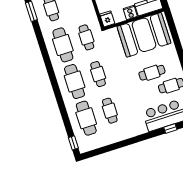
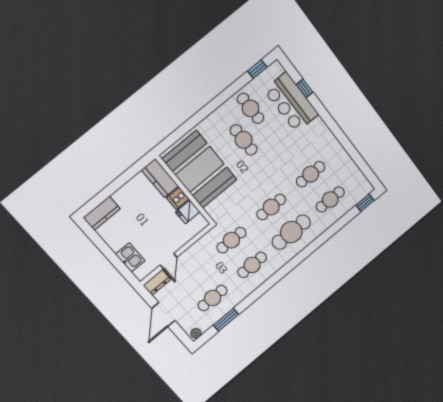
fridge: (107, 19) -> (188, 212), moved
cafe table: (63, 45) -> (252, 265), width x0.73, depth x0.74
cafe table: (86, 118) -> (330, 199), width x0.73, depth x0.74

